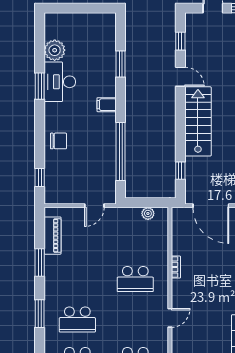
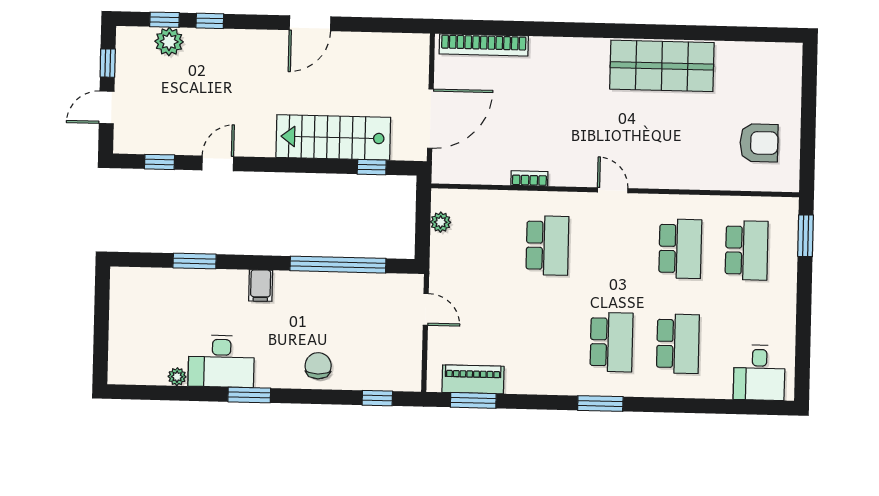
plant: (55, 50) -> (177, 377), width x0.53, depth x0.53
window: (40, 86) -> (249, 395), moved
stairs: (198, 121) -> (333, 137), moved
window: (40, 263) -> (473, 400), moved

